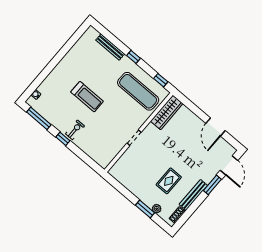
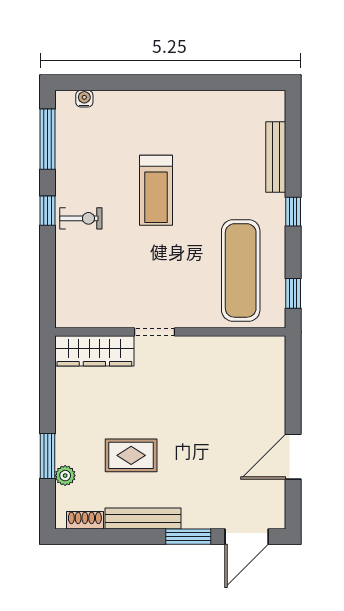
wardrobe: (167, 112) -> (94, 351), moved

